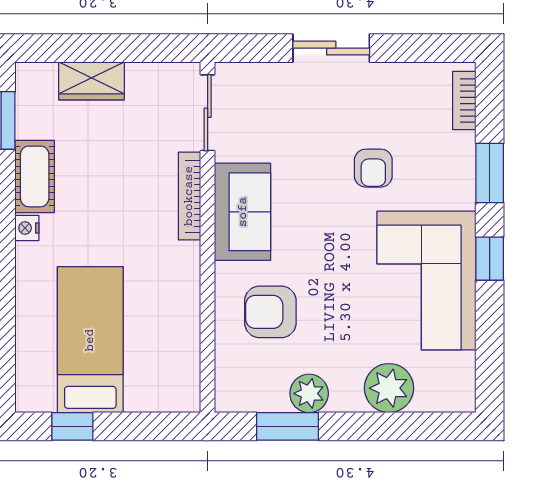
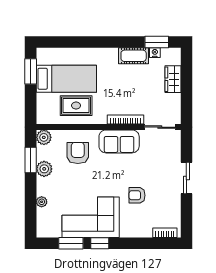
window: (490, 173) -> (71, 243), moved
nightstand: (27, 228) -> (155, 53), moved
rug: (155, 316) -> (76, 106), added
plant: (389, 388) -> (42, 202), width x0.53, depth x0.53
plant: (233, 394) -> (44, 137), added
window: (72, 426) -> (31, 71), width x1.50

